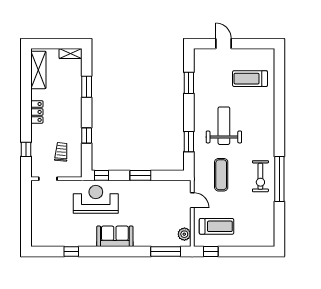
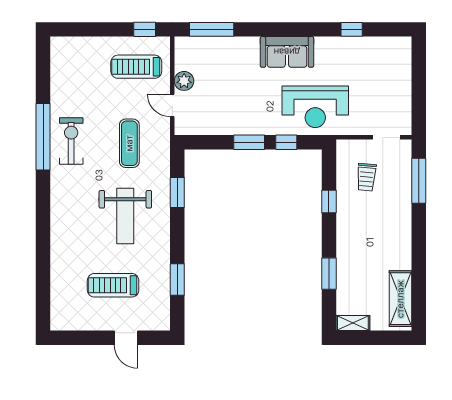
treadmill: (250, 79) -> (113, 285), moved, turned 180
locker: (37, 112) -> (403, 236), removed
window: (26, 149) -> (419, 181), width x2.17
window: (102, 175) -> (286, 142), moved
plant: (184, 234) -> (184, 81), moved

